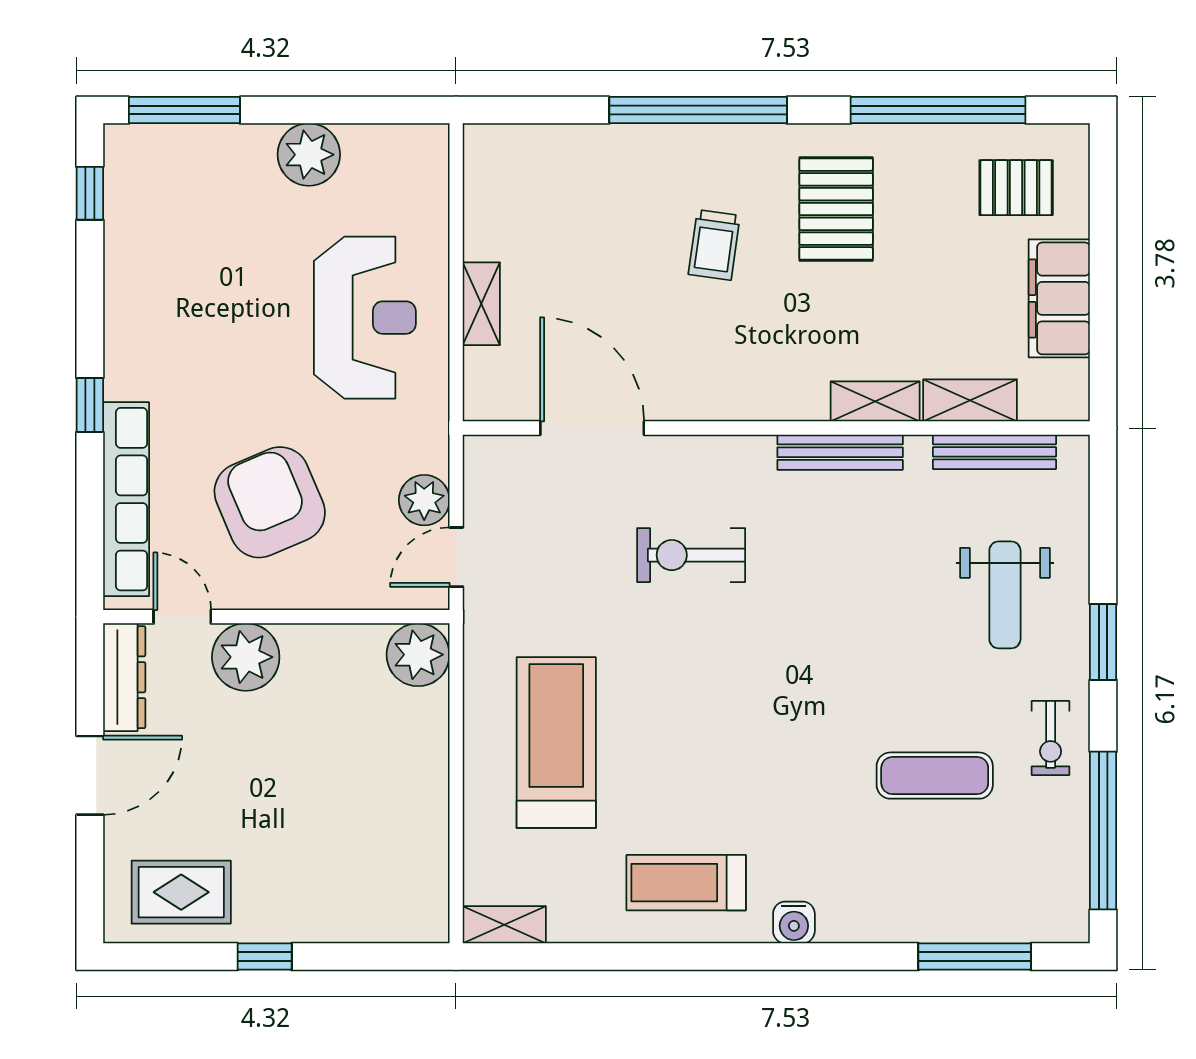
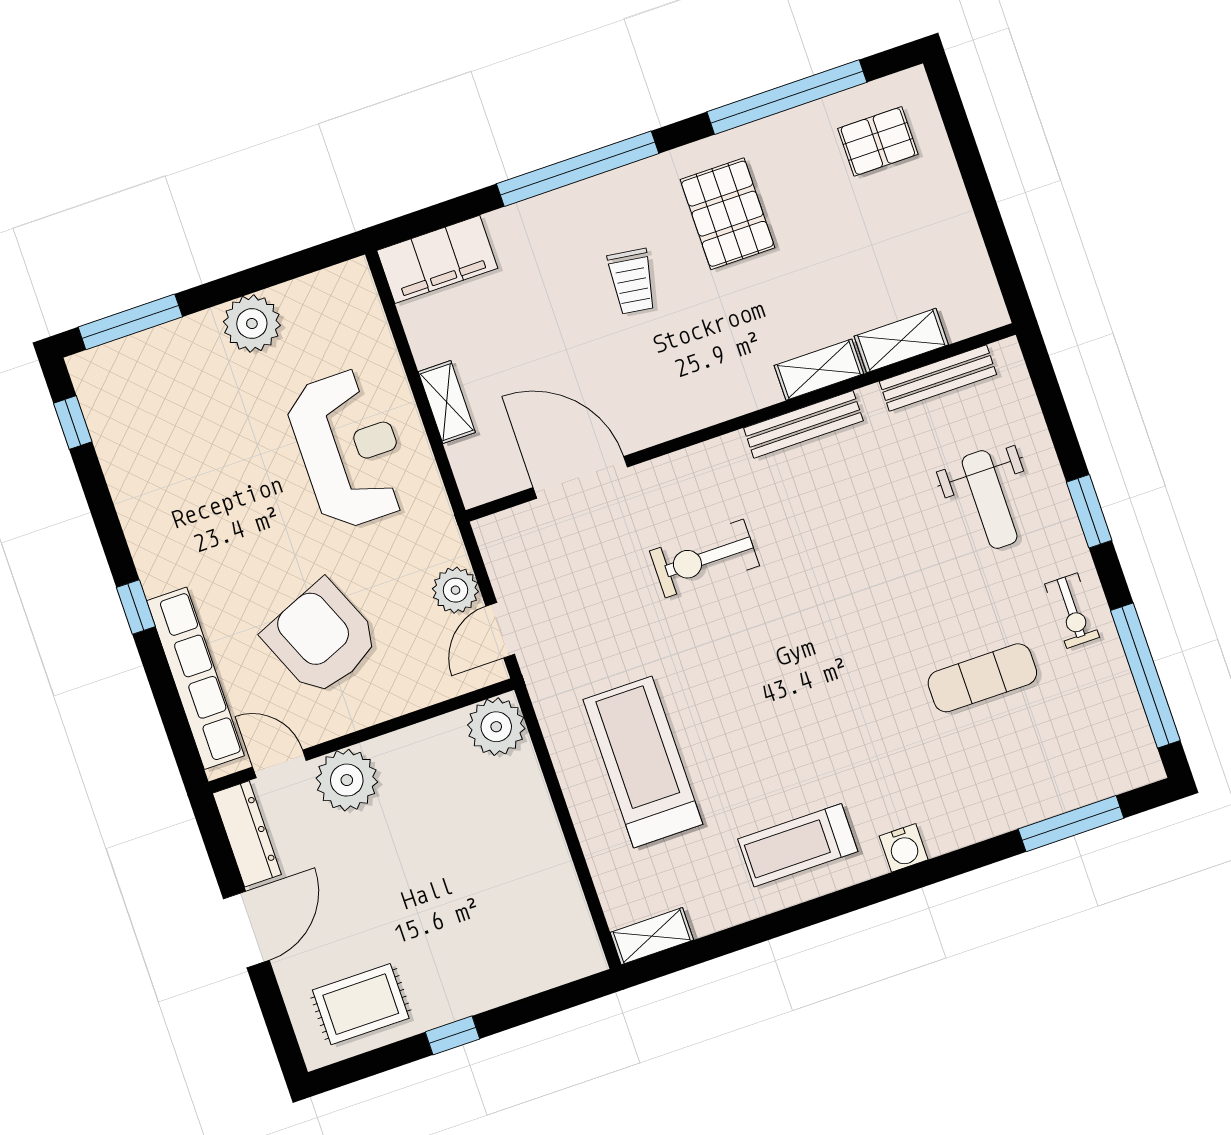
filing cabinet: (1059, 298) -> (437, 259), moved, turned -90

